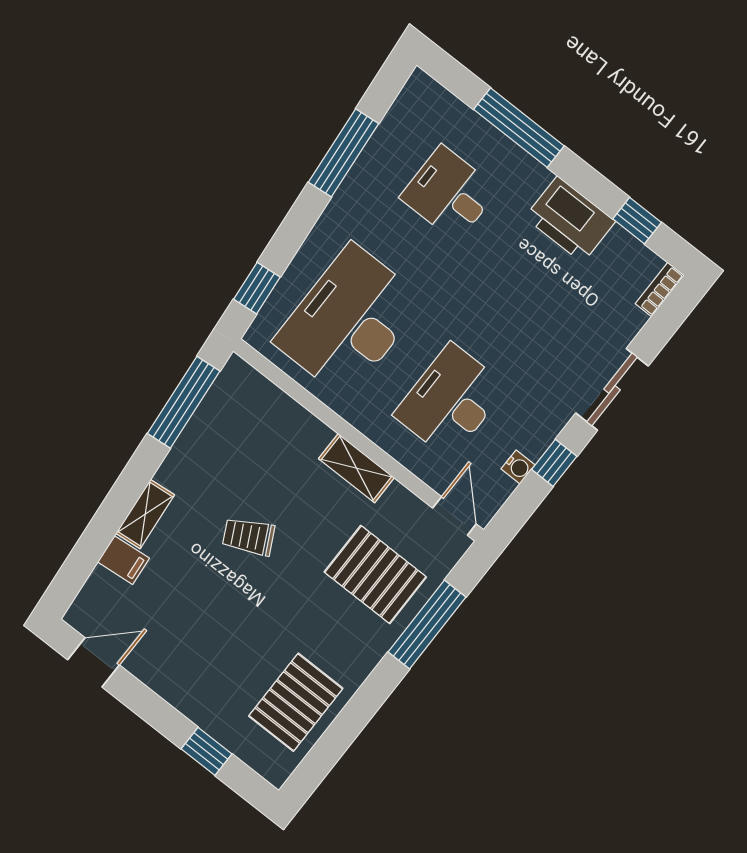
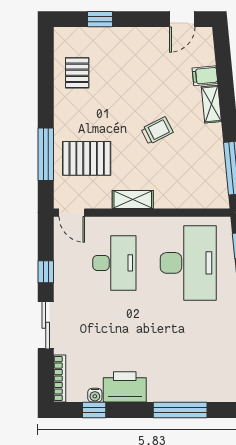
desk: (449, 193) -> (188, 356), removed
bookcase: (660, 290) -> (60, 379), width x1.56
water cooler: (518, 467) -> (95, 395), moved, turned -90
pallet: (296, 702) -> (77, 73), width x0.67, depth x0.71

